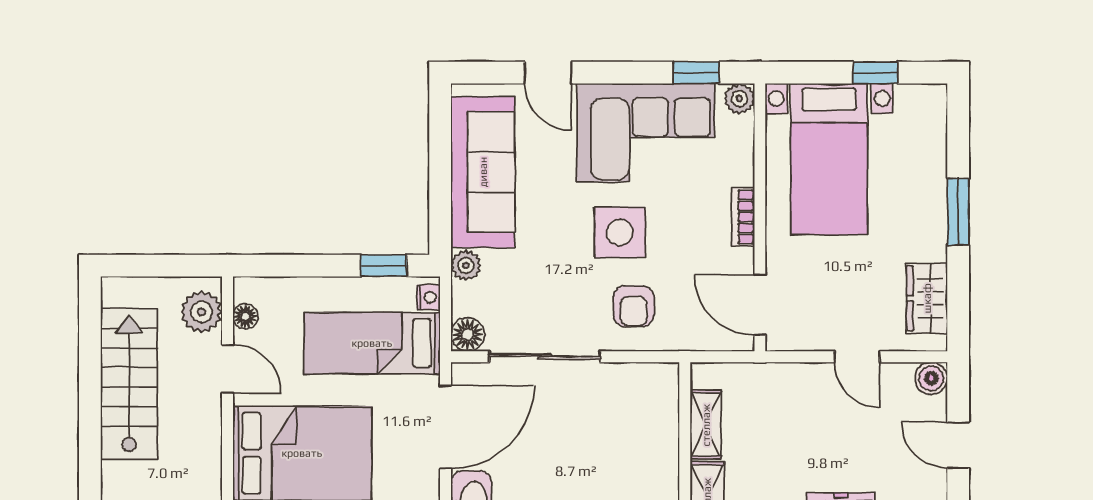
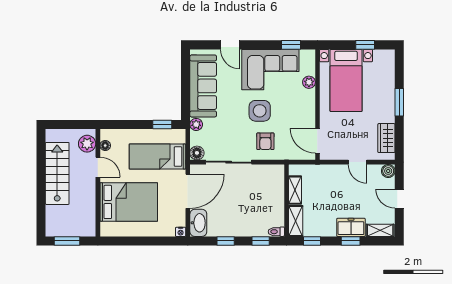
plant: (739, 99) -> (309, 82), moved
bookcase: (743, 217) -> (311, 104), removed
nightstand: (428, 297) -> (181, 138), removed

